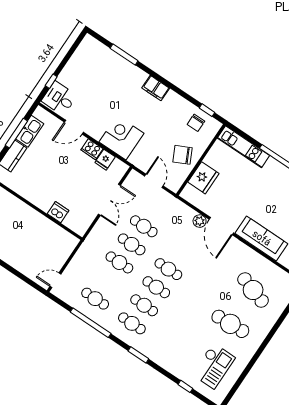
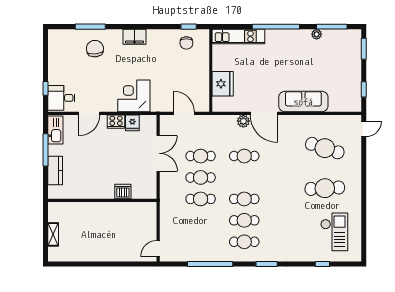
kitchen sink: (30, 131) -> (55, 130), moved
chair: (182, 155) -> (95, 49), moved, turned 111
cafe table: (168, 269) -> (244, 156), moved
cafe table: (95, 299) -> (201, 242), removed

